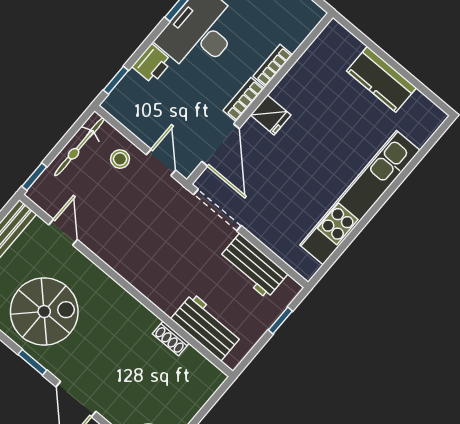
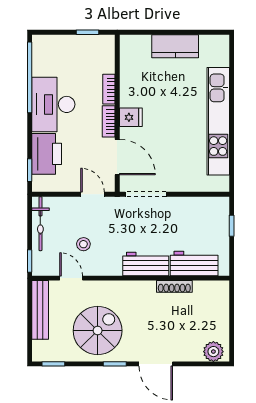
printer: (152, 64) -> (47, 154), width x1.87, depth x1.48
stool: (120, 159) -> (83, 244), moved
workbench: (253, 266) -> (146, 264), moved, turned 180
shoe rack: (171, 338) -> (174, 286), width x1.43

